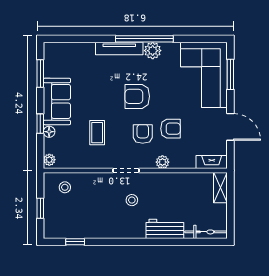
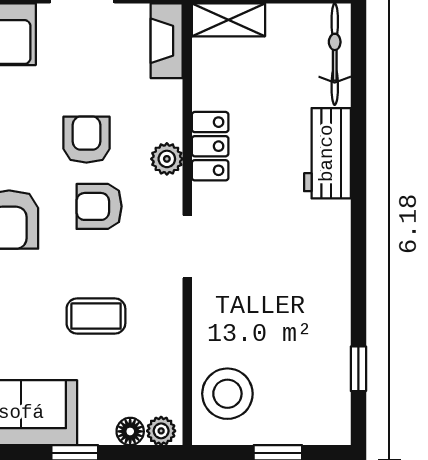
floor lamp: (49, 132) -> (130, 431), moved
locker: (168, 180) -> (210, 146), added
stool: (65, 187) -> (227, 394), width x1.89, depth x1.89
stool: (132, 200) -> (258, 233), removed

